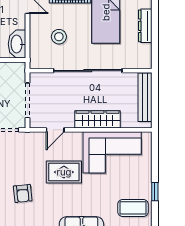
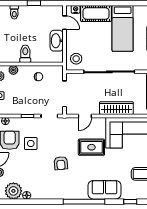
stool: (59, 37) -> (76, 59), moved
washbasin: (17, 44) -> (57, 41), moved

